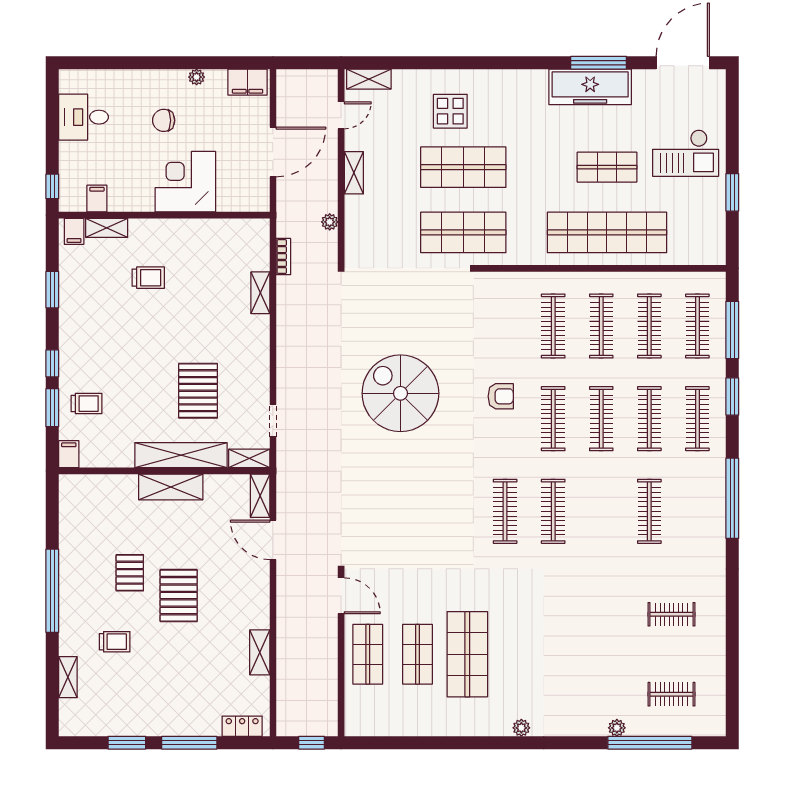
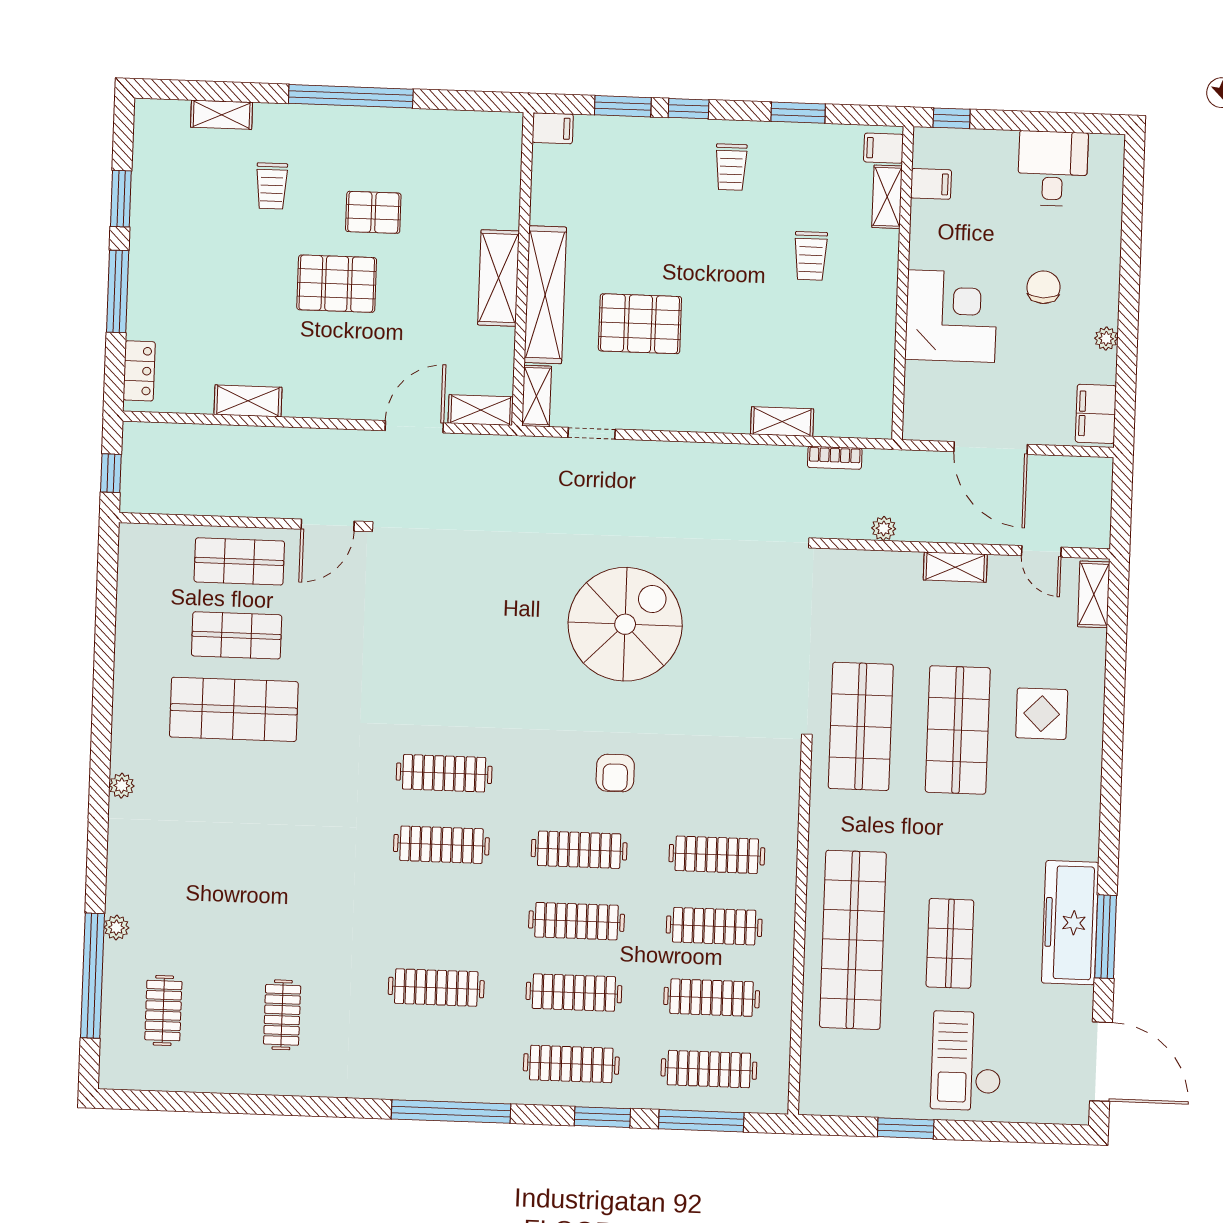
trolley: (86, 404) -> (731, 167), moved

